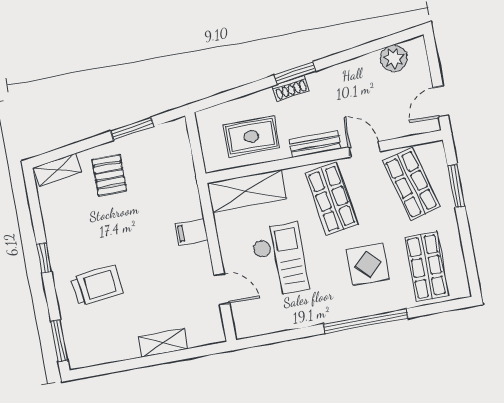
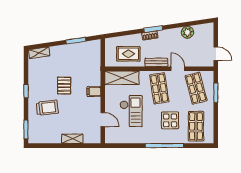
plant: (394, 58) -> (187, 32), moved
door: (441, 101) -> (216, 54), swing flipped
pallet: (109, 175) -> (64, 86), moved

